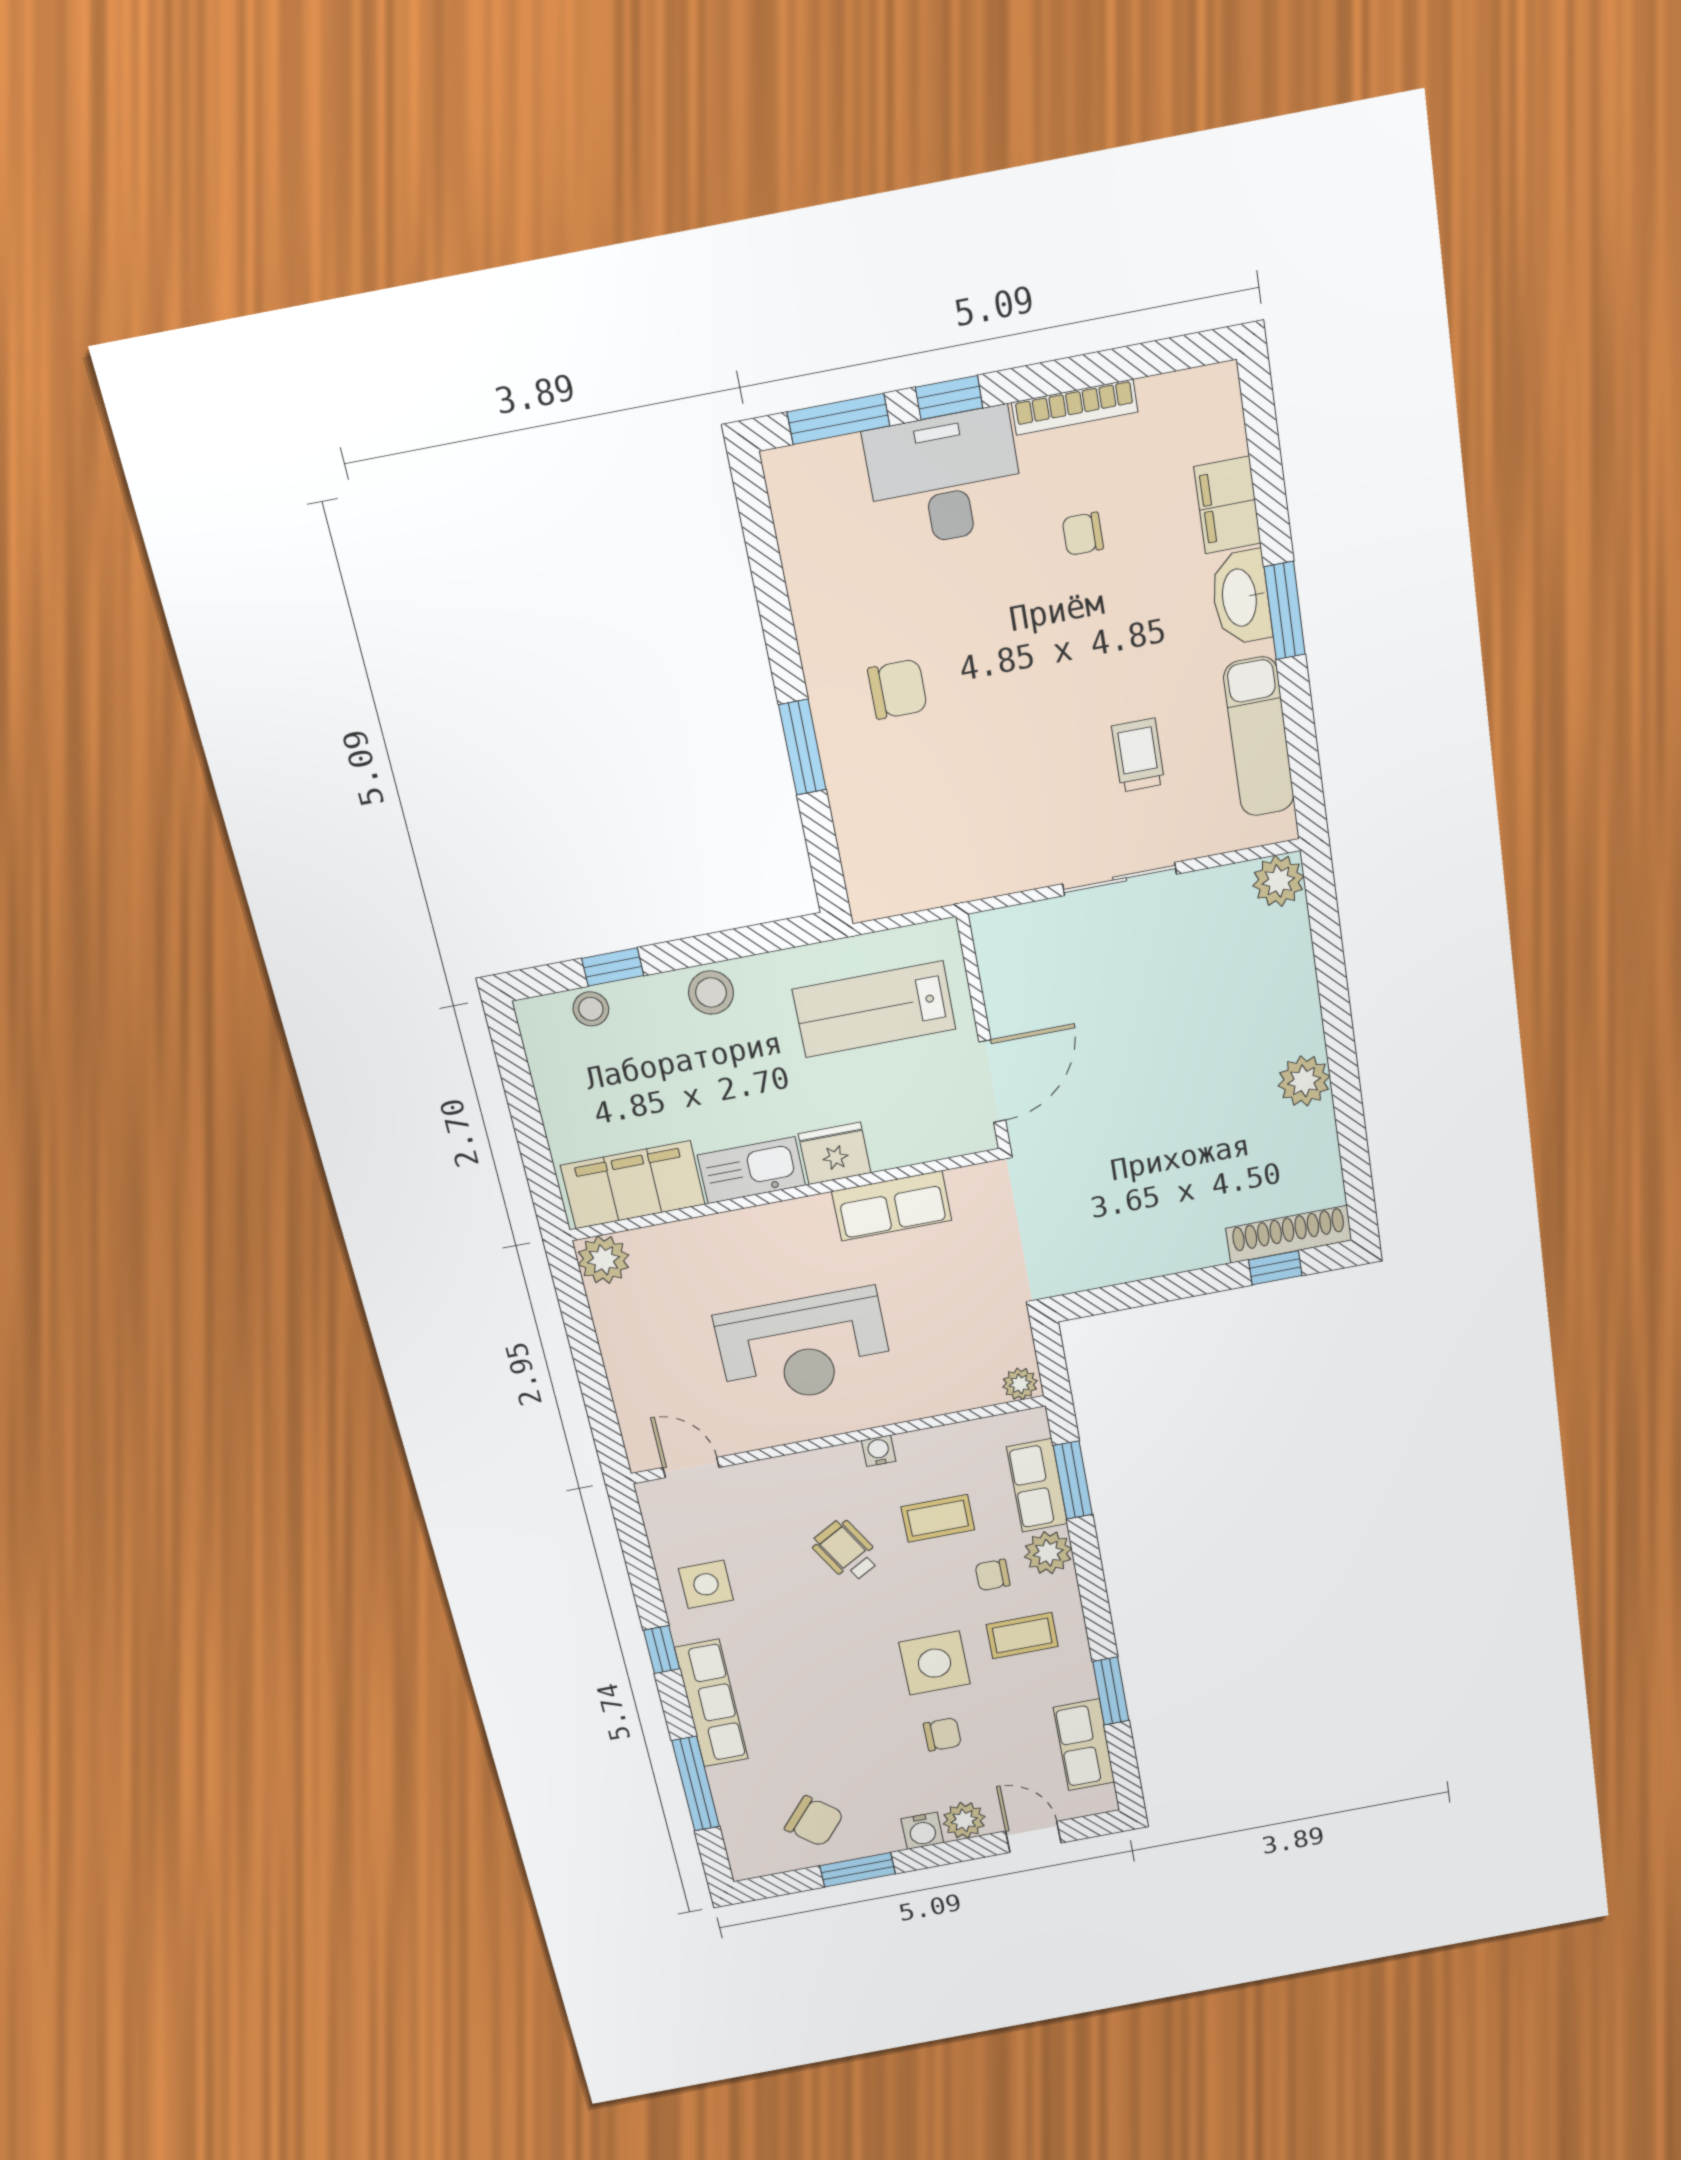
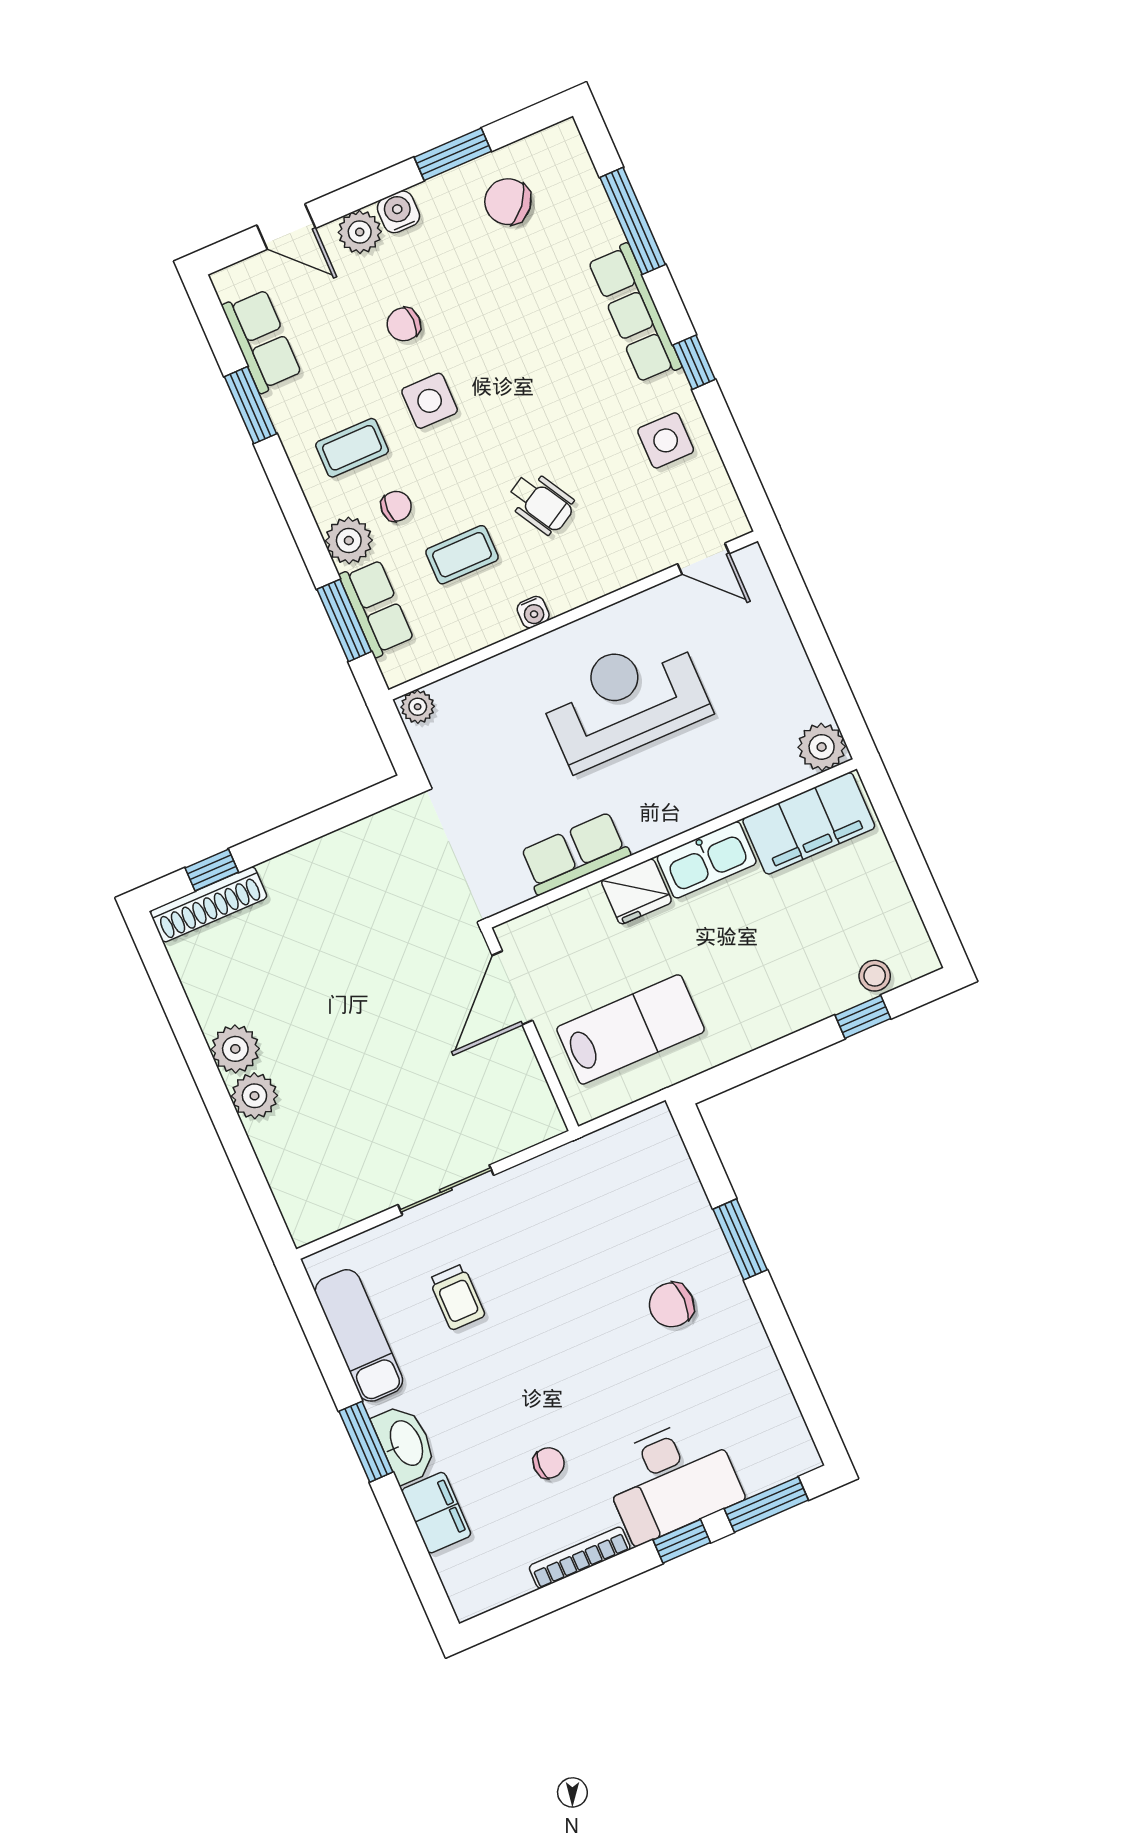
plant: (1278, 881) -> (254, 1096), moved
stool: (711, 992) -> (774, 1013), removed
side table: (935, 1663) -> (430, 401), width x0.73, depth x0.73

